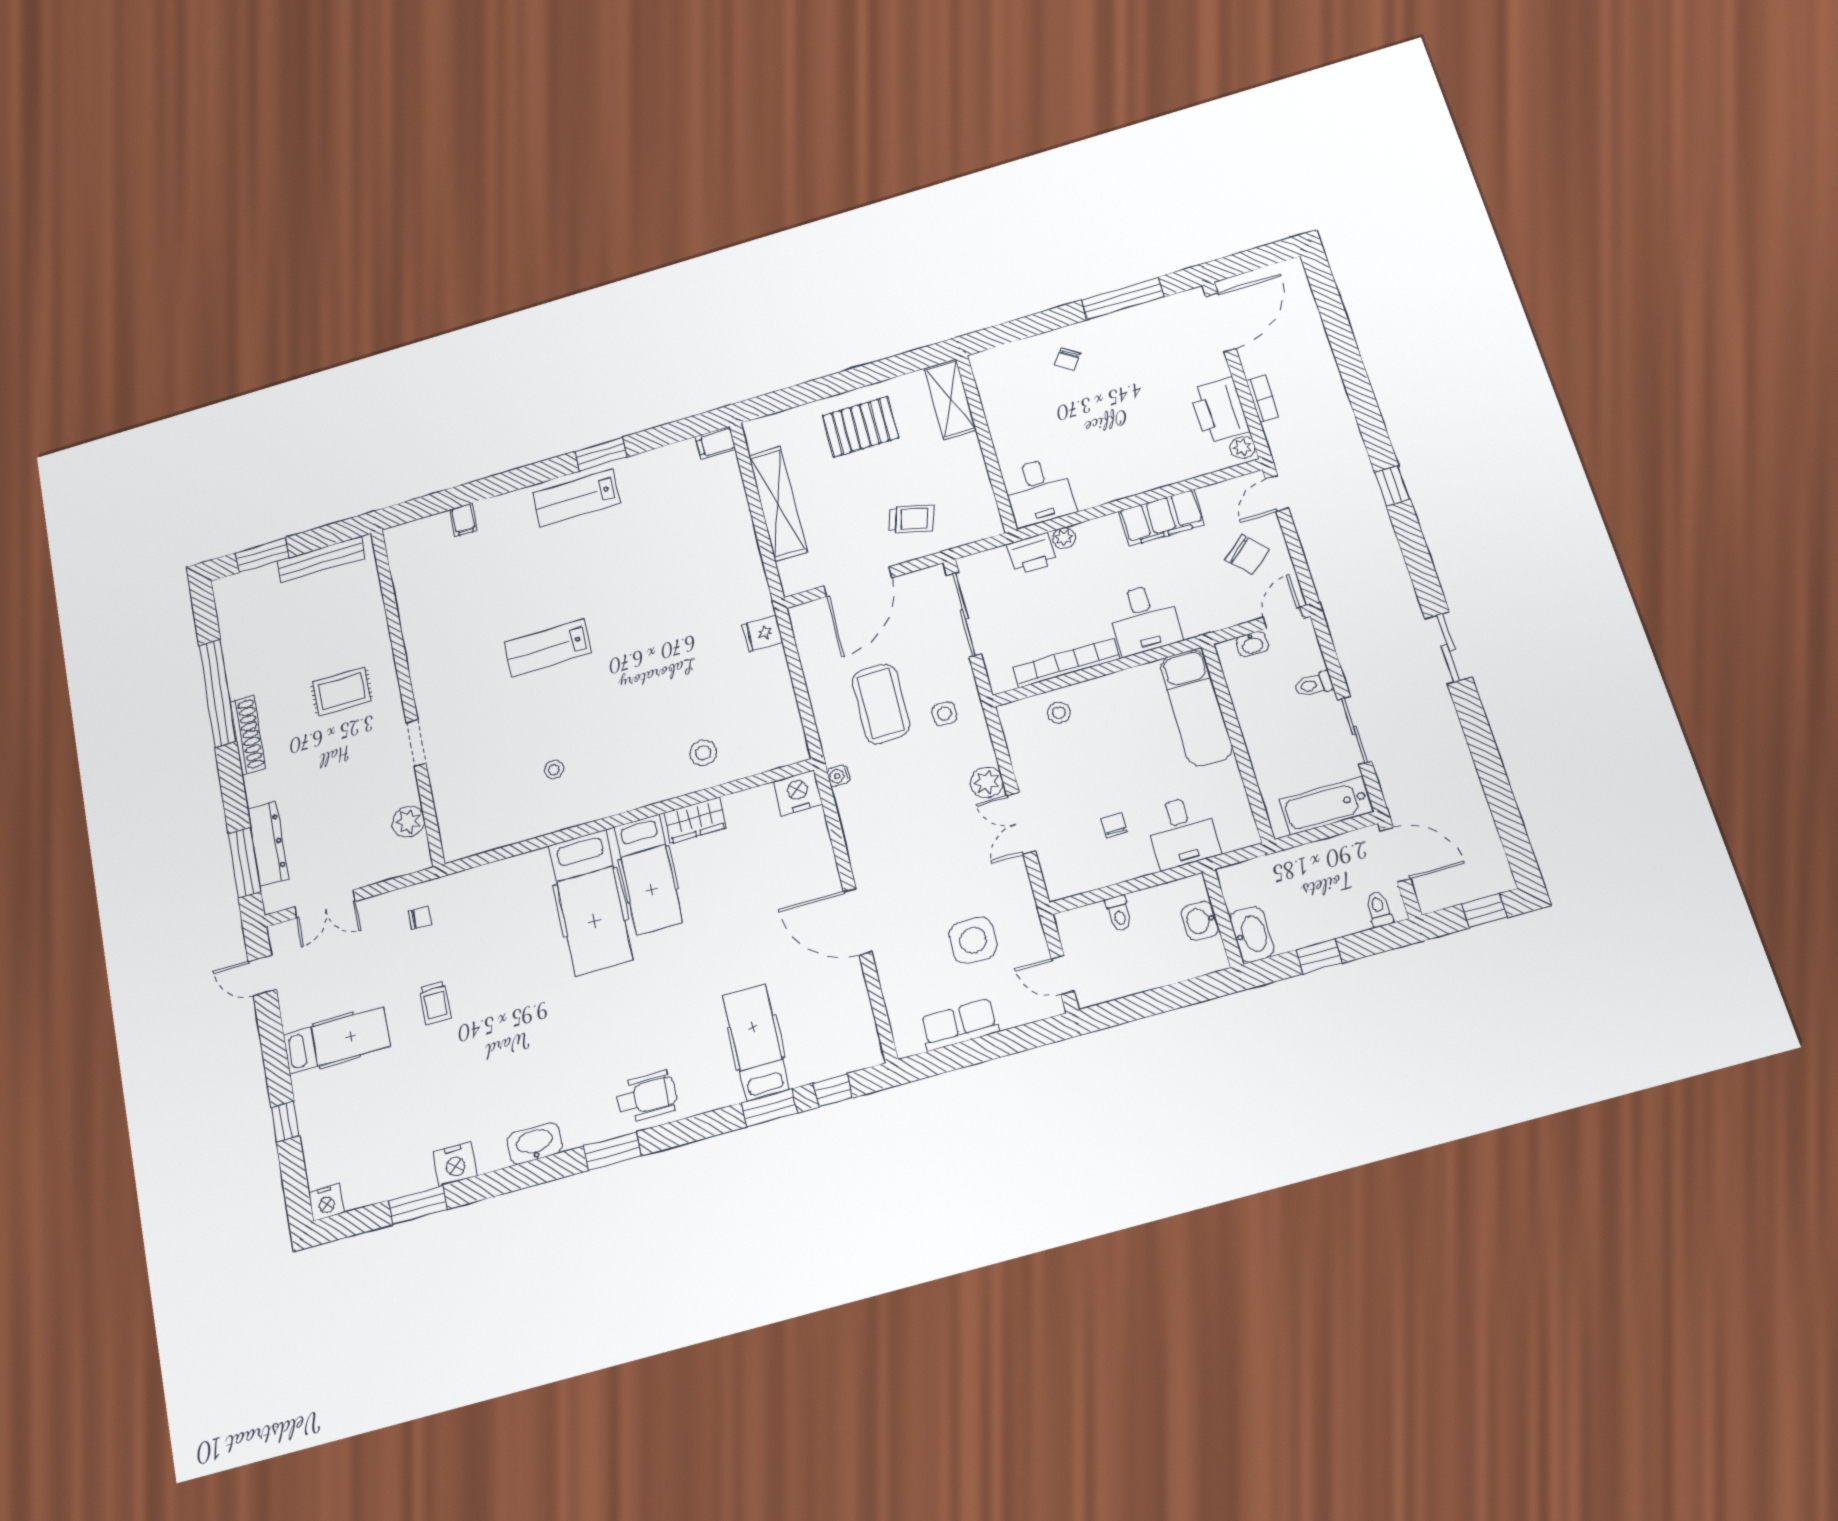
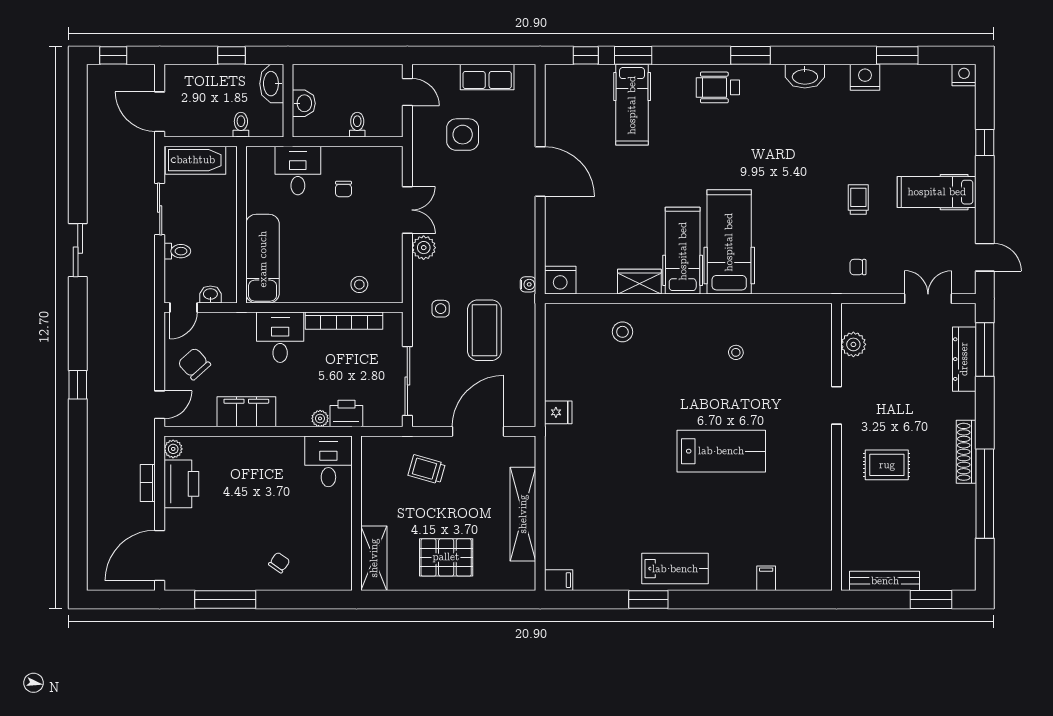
lab bench: (548, 648) -> (721, 451), width x1.36, depth x1.39
toilet: (1379, 909) -> (241, 125), moved, turned 180

